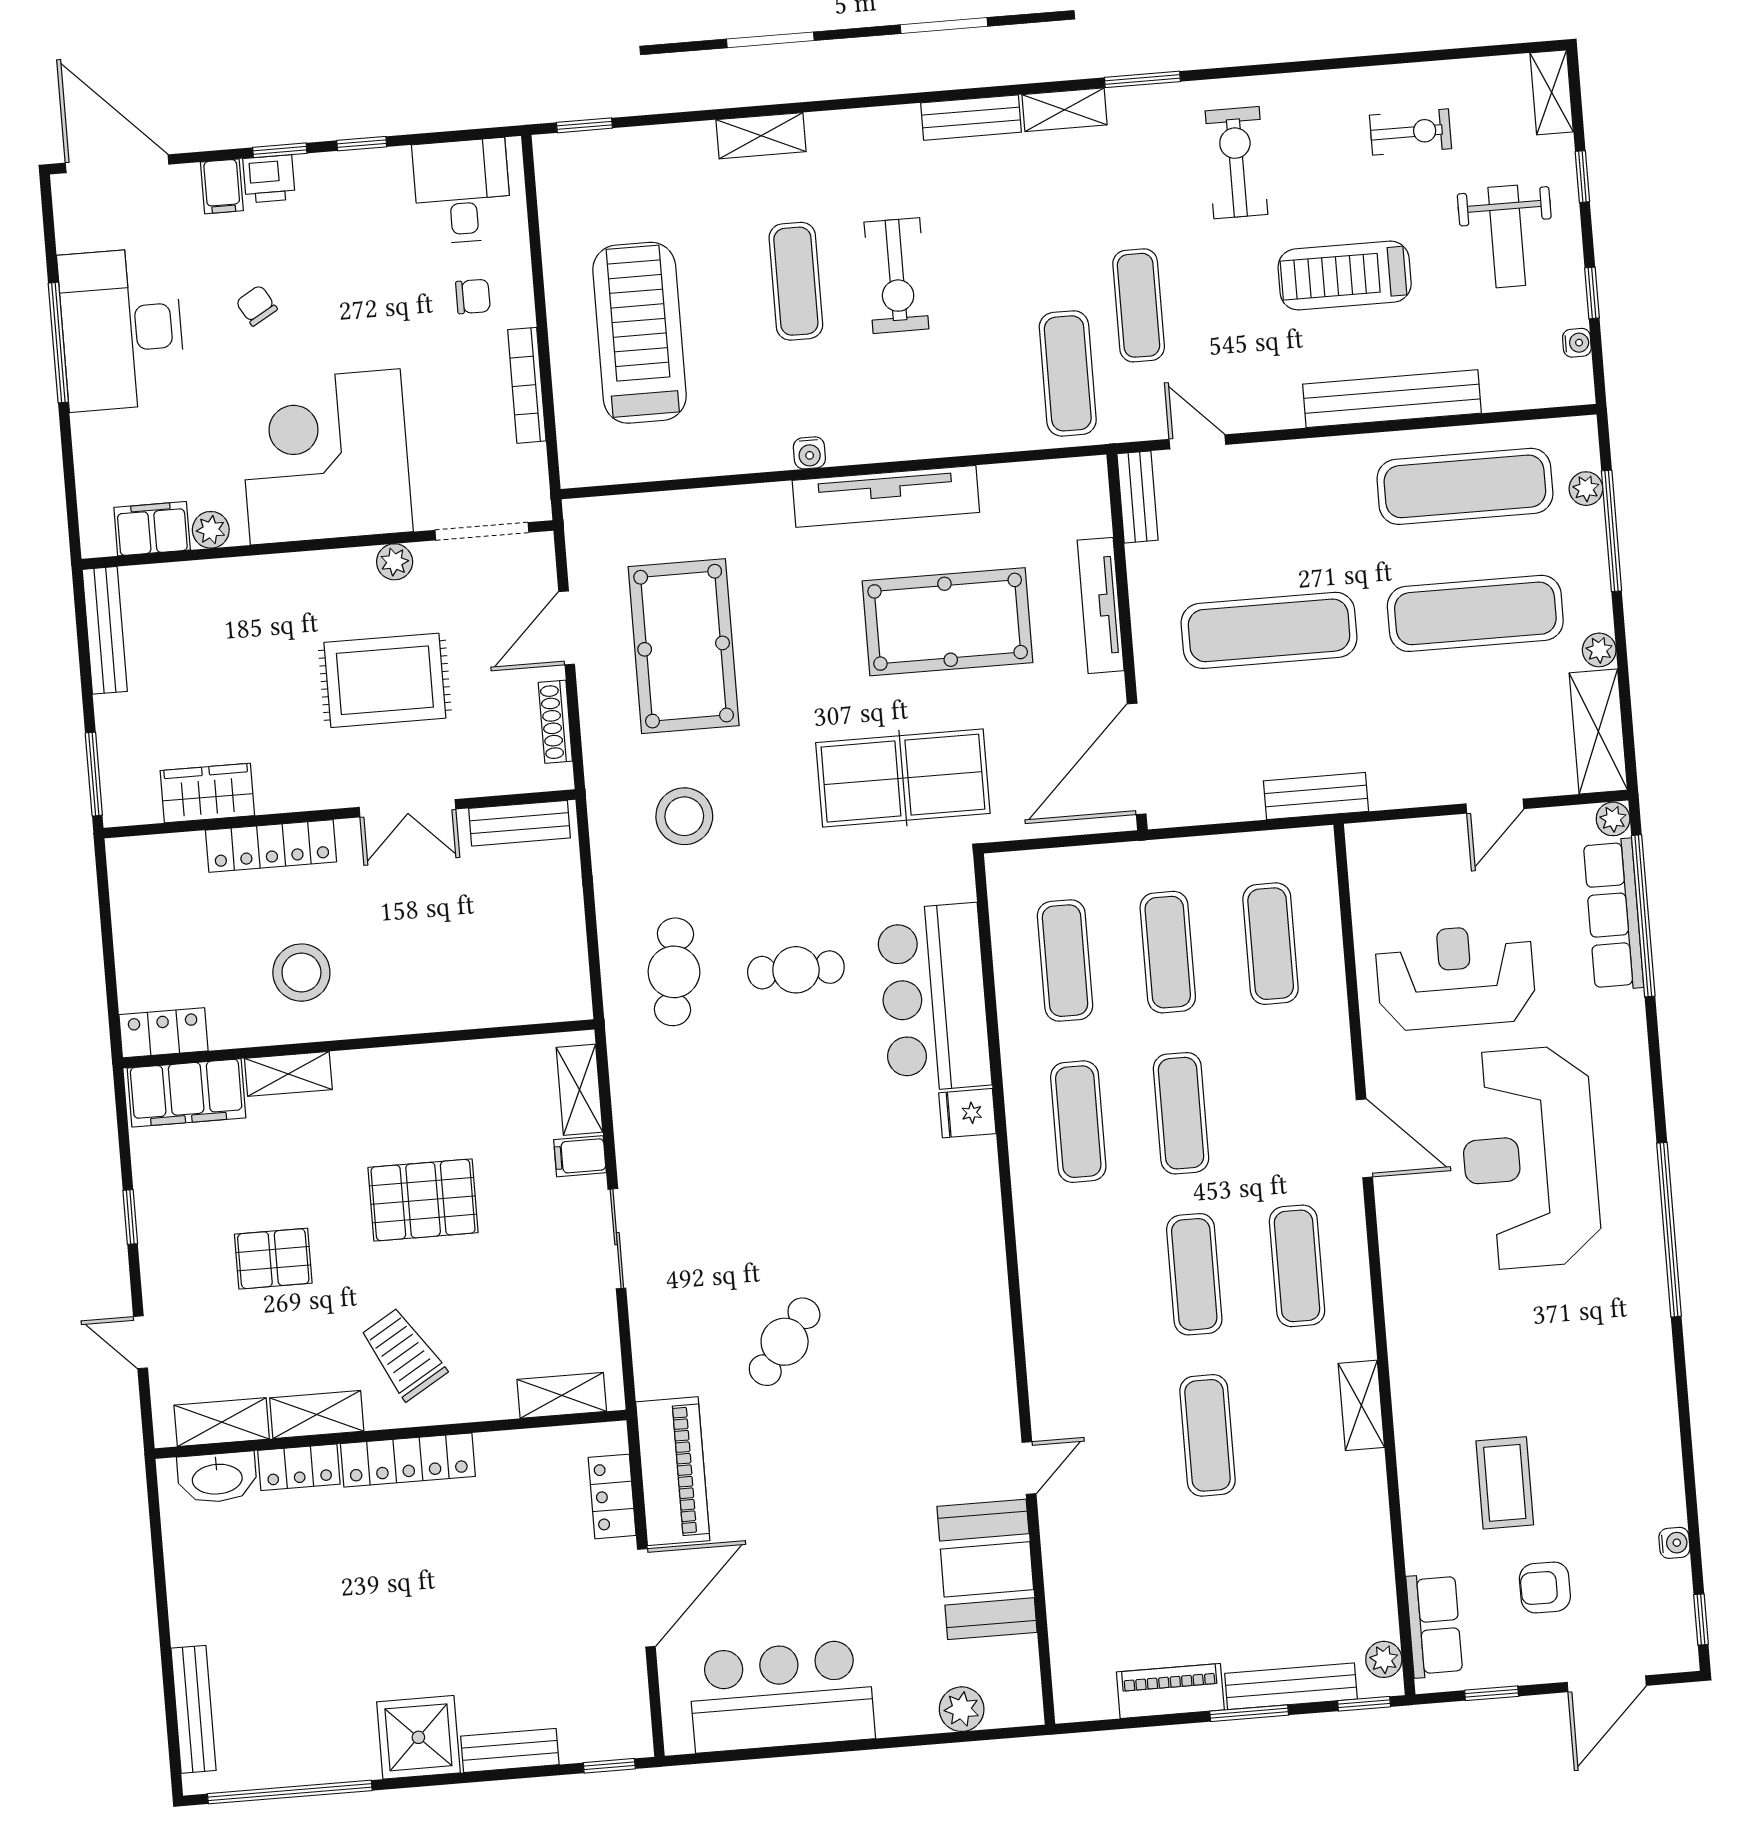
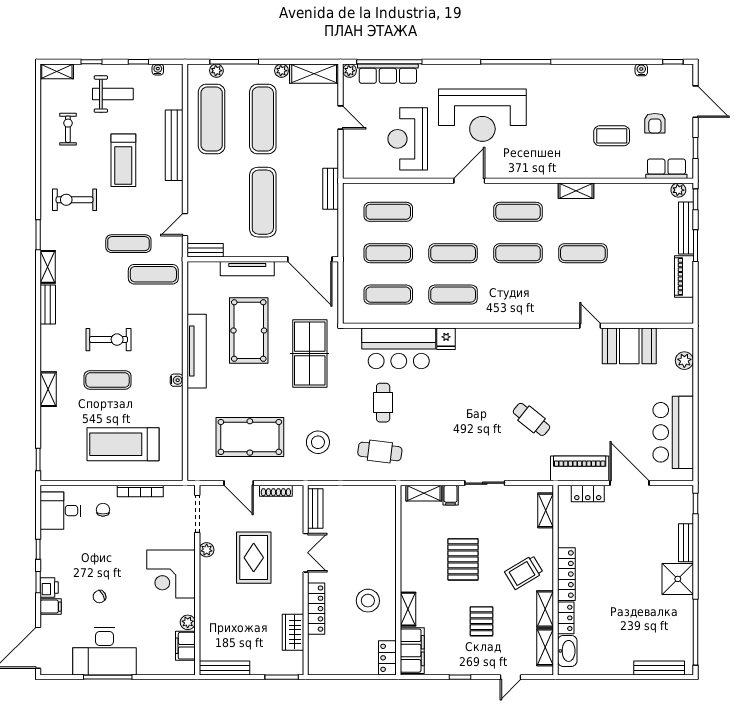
corner desk: (325, 457) -> (171, 574), width x0.74, depth x0.74

